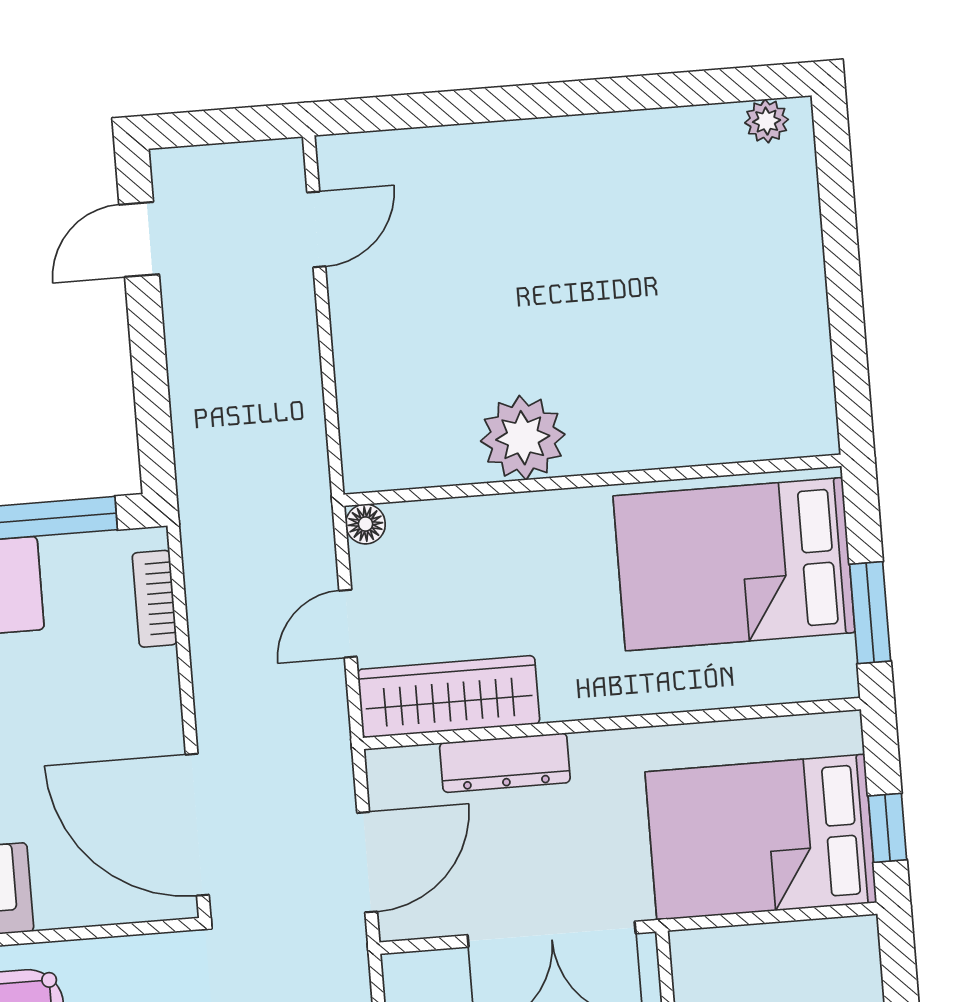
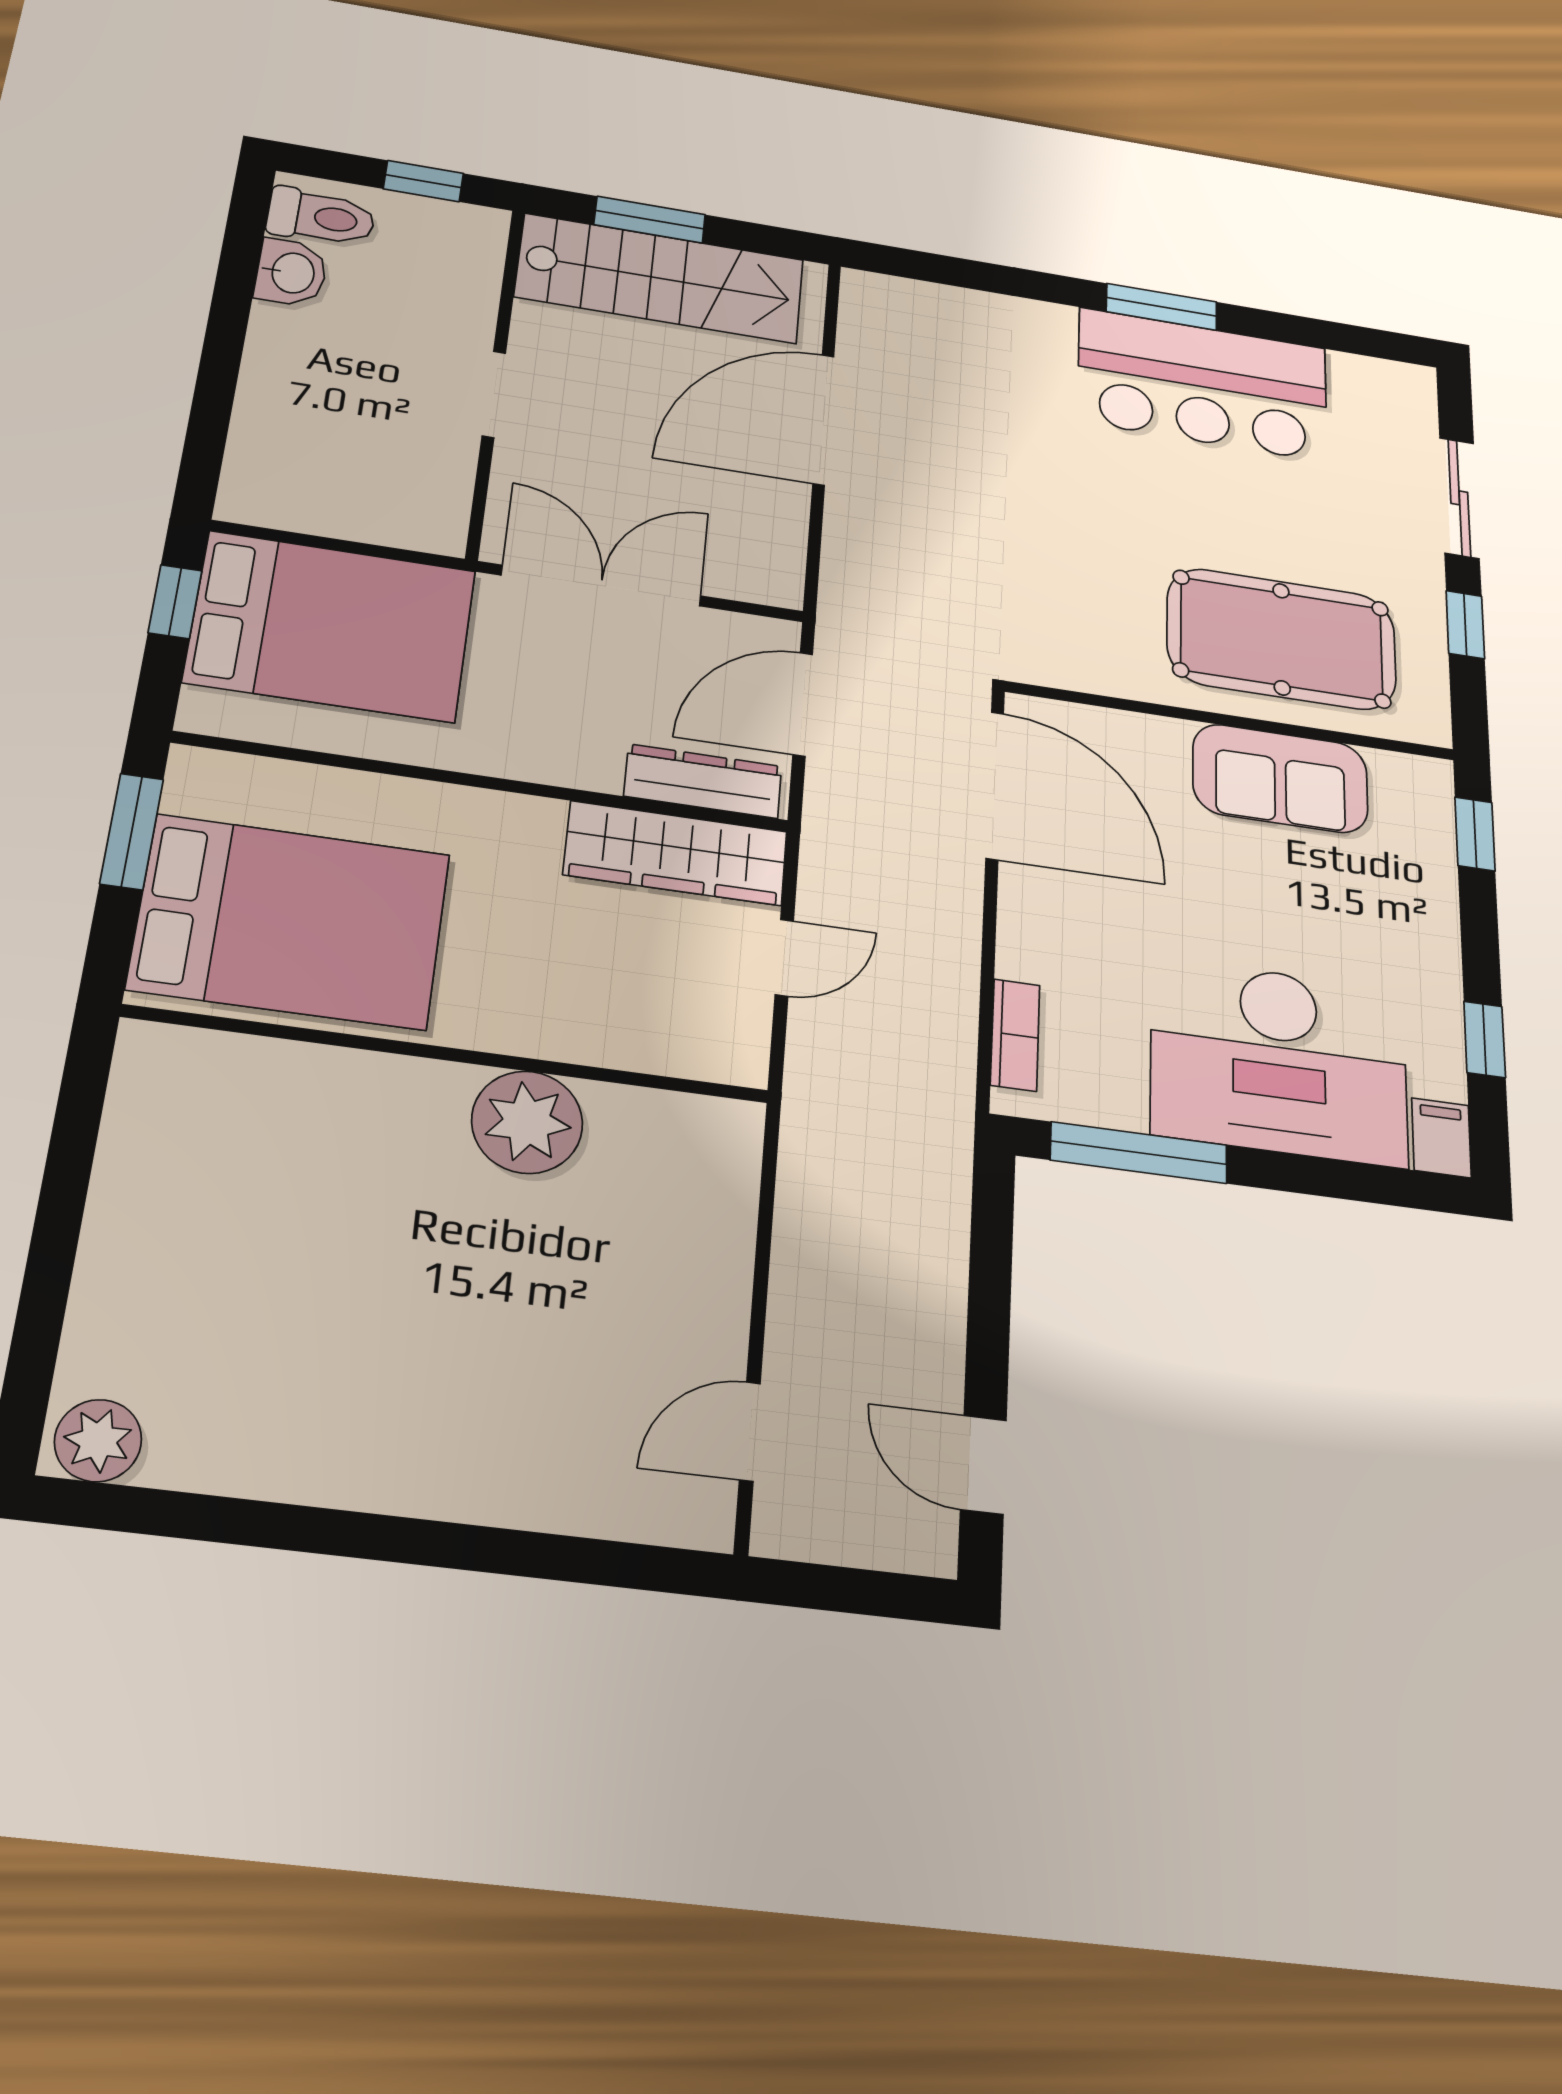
plant: (767, 121) -> (98, 1441), width x1.38, depth x1.38
door: (139, 239) -> (984, 1465), swing flipped
floor lamp: (365, 524) -> (744, 1064), removed
dresser: (505, 763) -> (703, 781), moved

